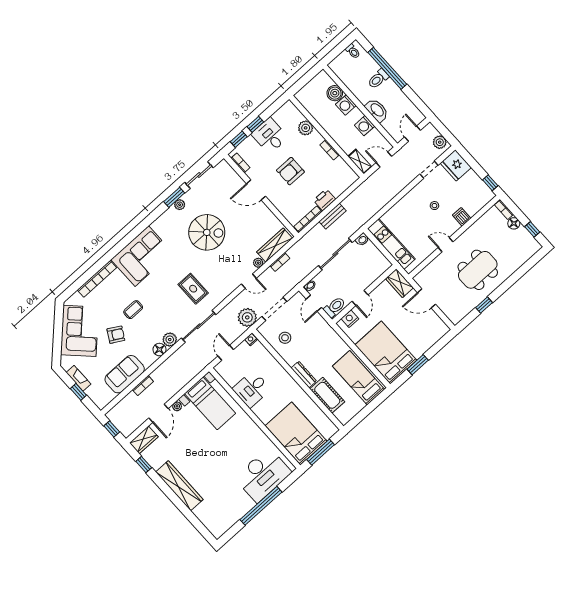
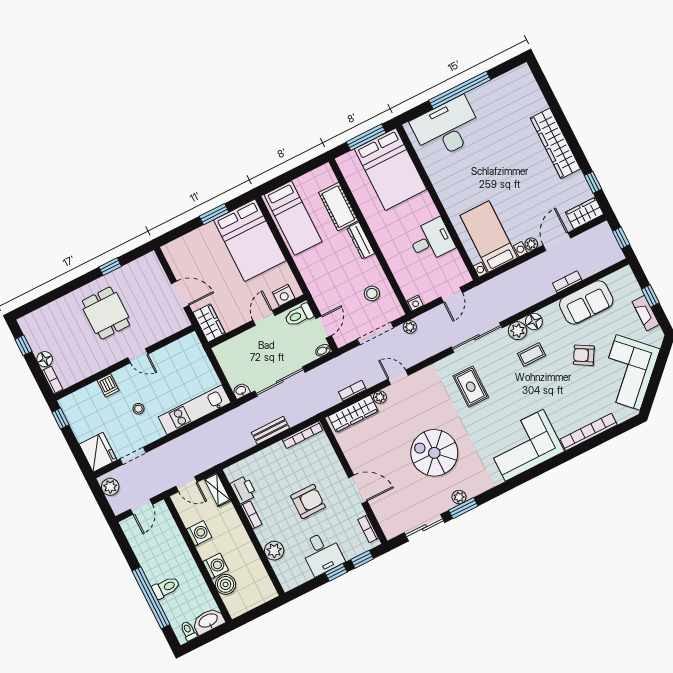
washbasin: (377, 110) -> (208, 621), moved, turned 90
printer: (324, 200) -> (243, 490), moved, turned -90
kitchen unit: (391, 244) -> (195, 410), moved, turned 90
dining table: (478, 270) -> (106, 313), width x0.73
coffee table: (133, 310) -> (532, 355), moved
plant: (247, 317) -> (410, 327), width x0.53, depth x0.53

